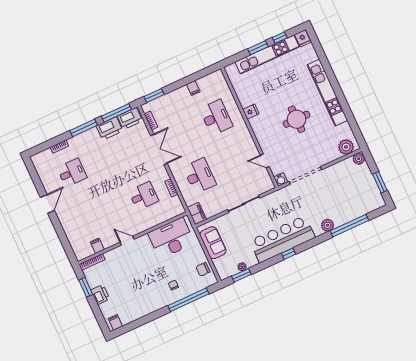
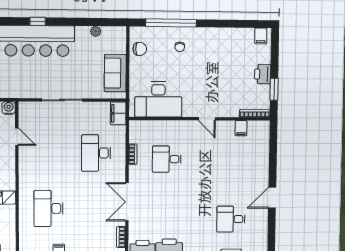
window: (241, 275) -> (101, 22), removed

